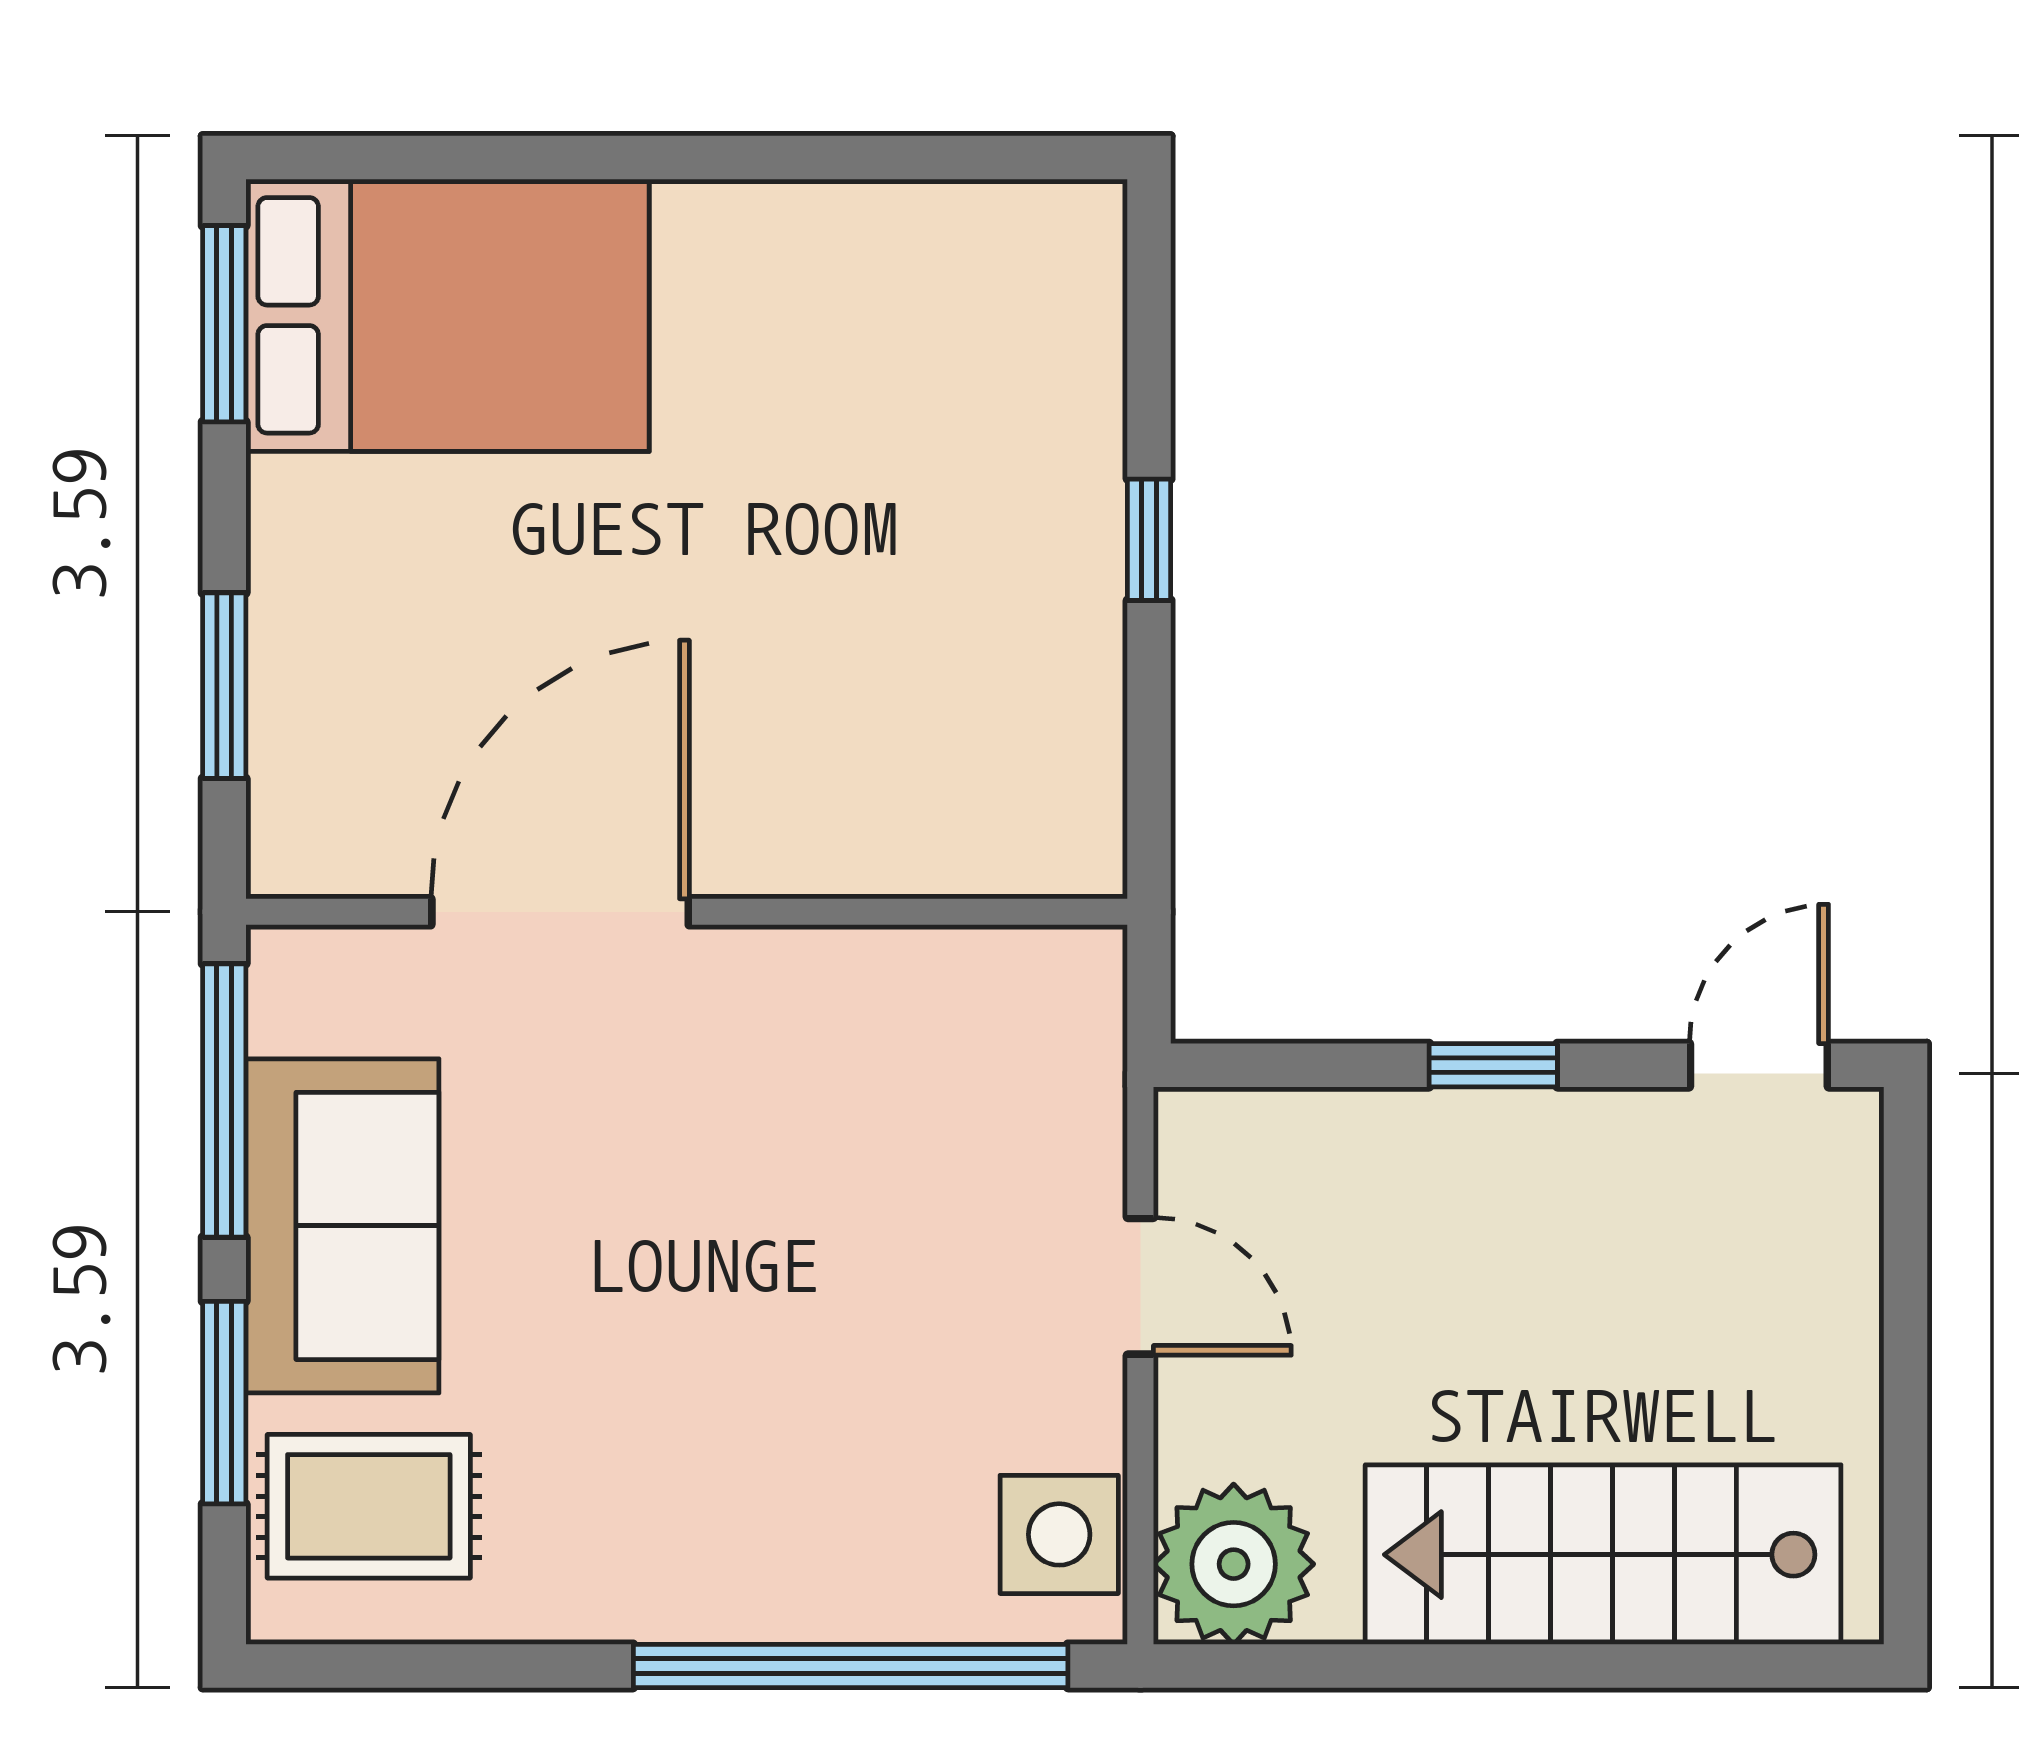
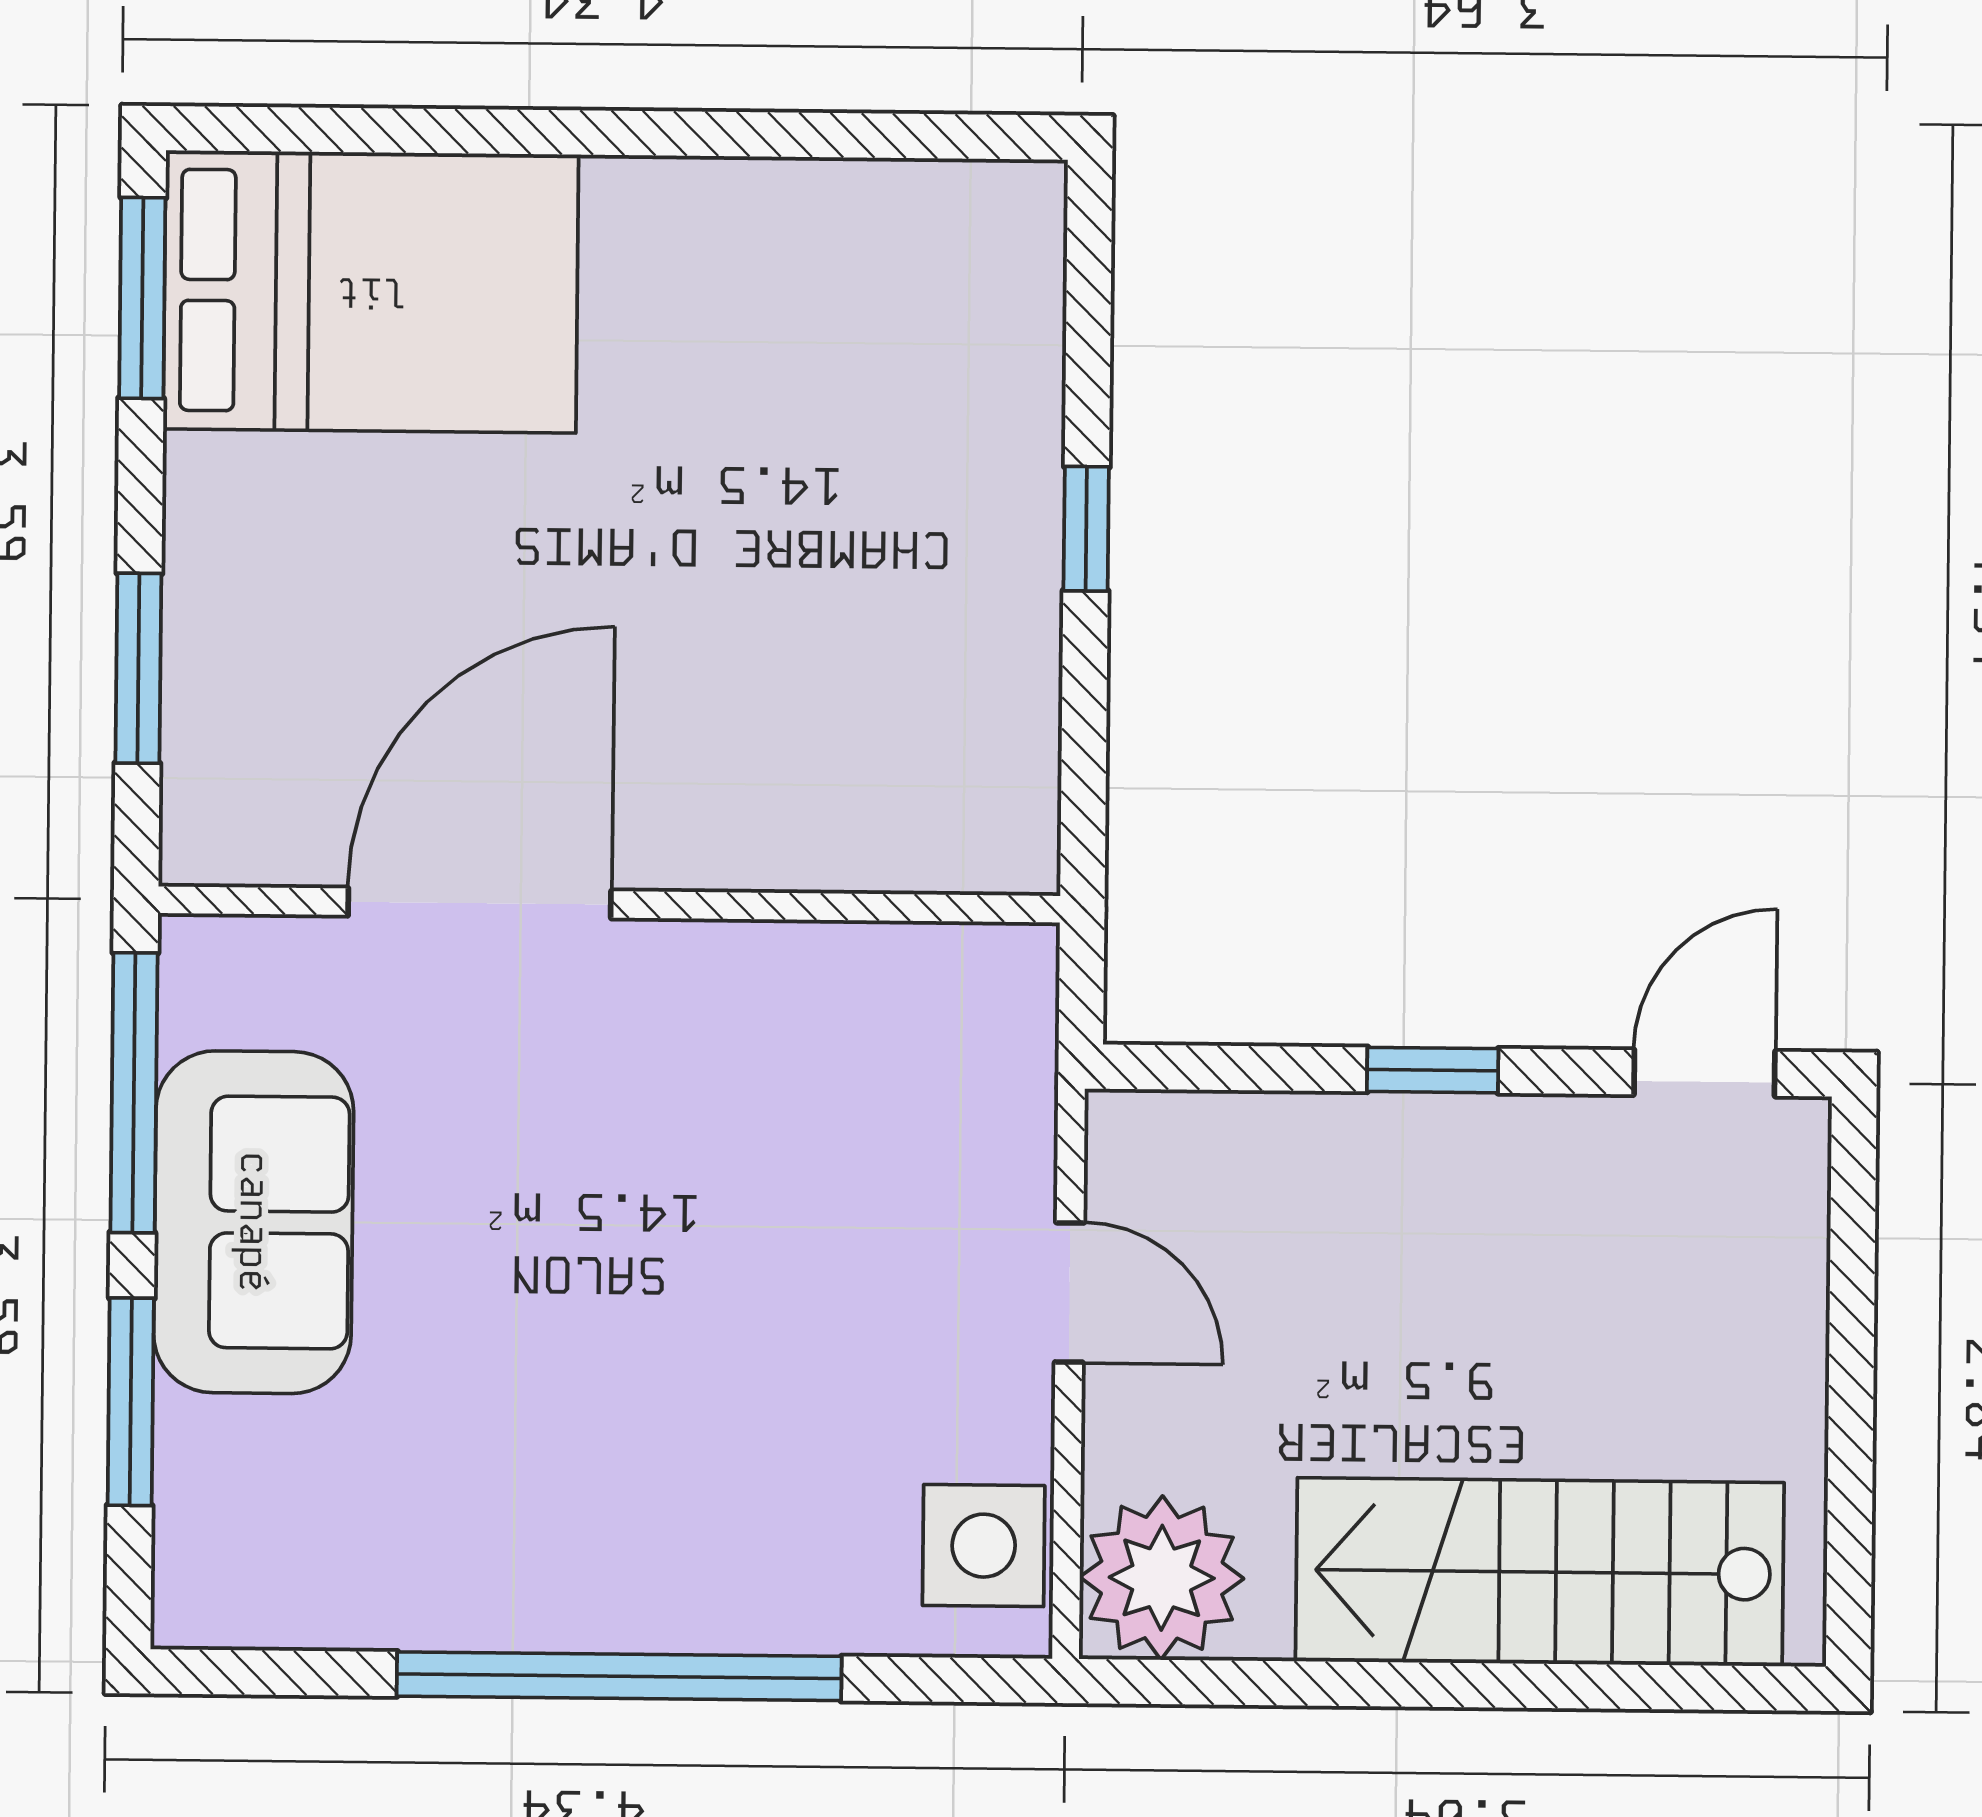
rug: (369, 1506) -> (278, 1509), removed
window: (851, 1666) -> (619, 1676), moved

